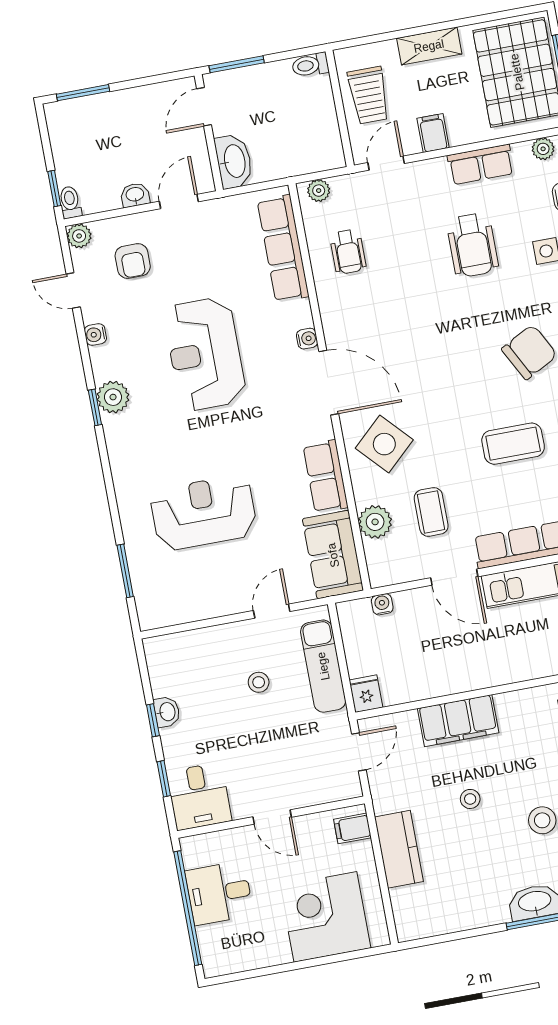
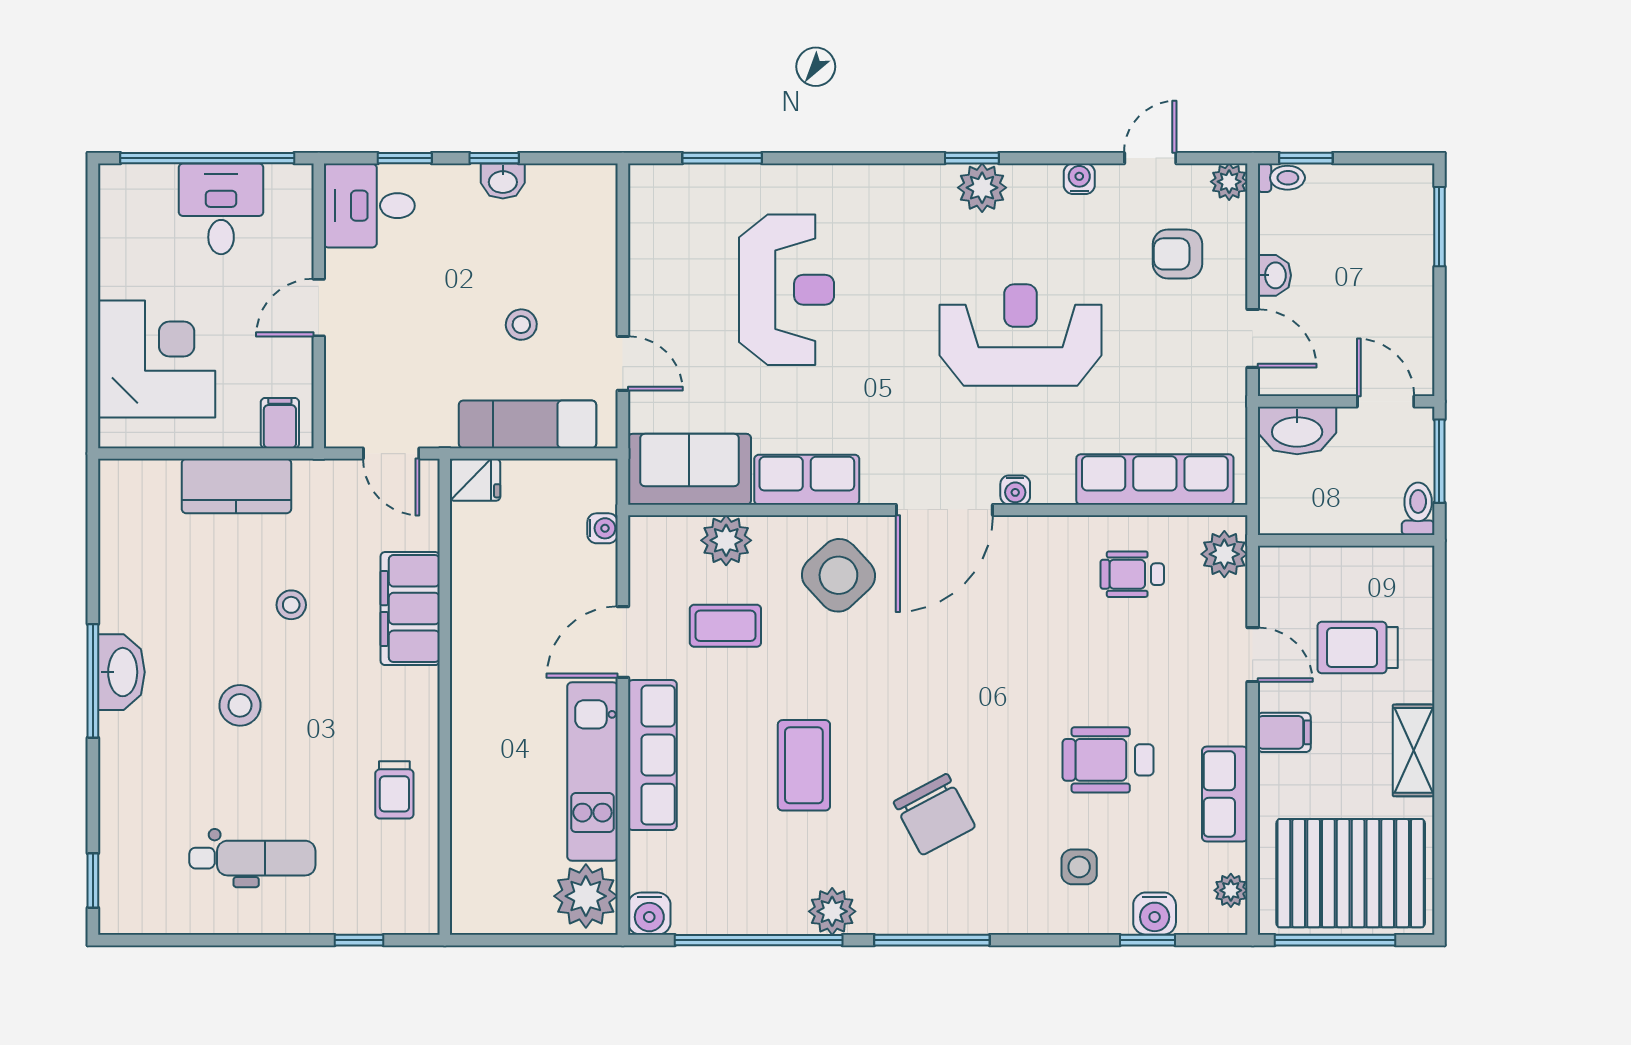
toilet: (310, 65) -> (1418, 509), moved
wall: (340, 108) -> (1346, 540), moved
plant: (319, 191) -> (1224, 554), width x1.38, depth x1.38

